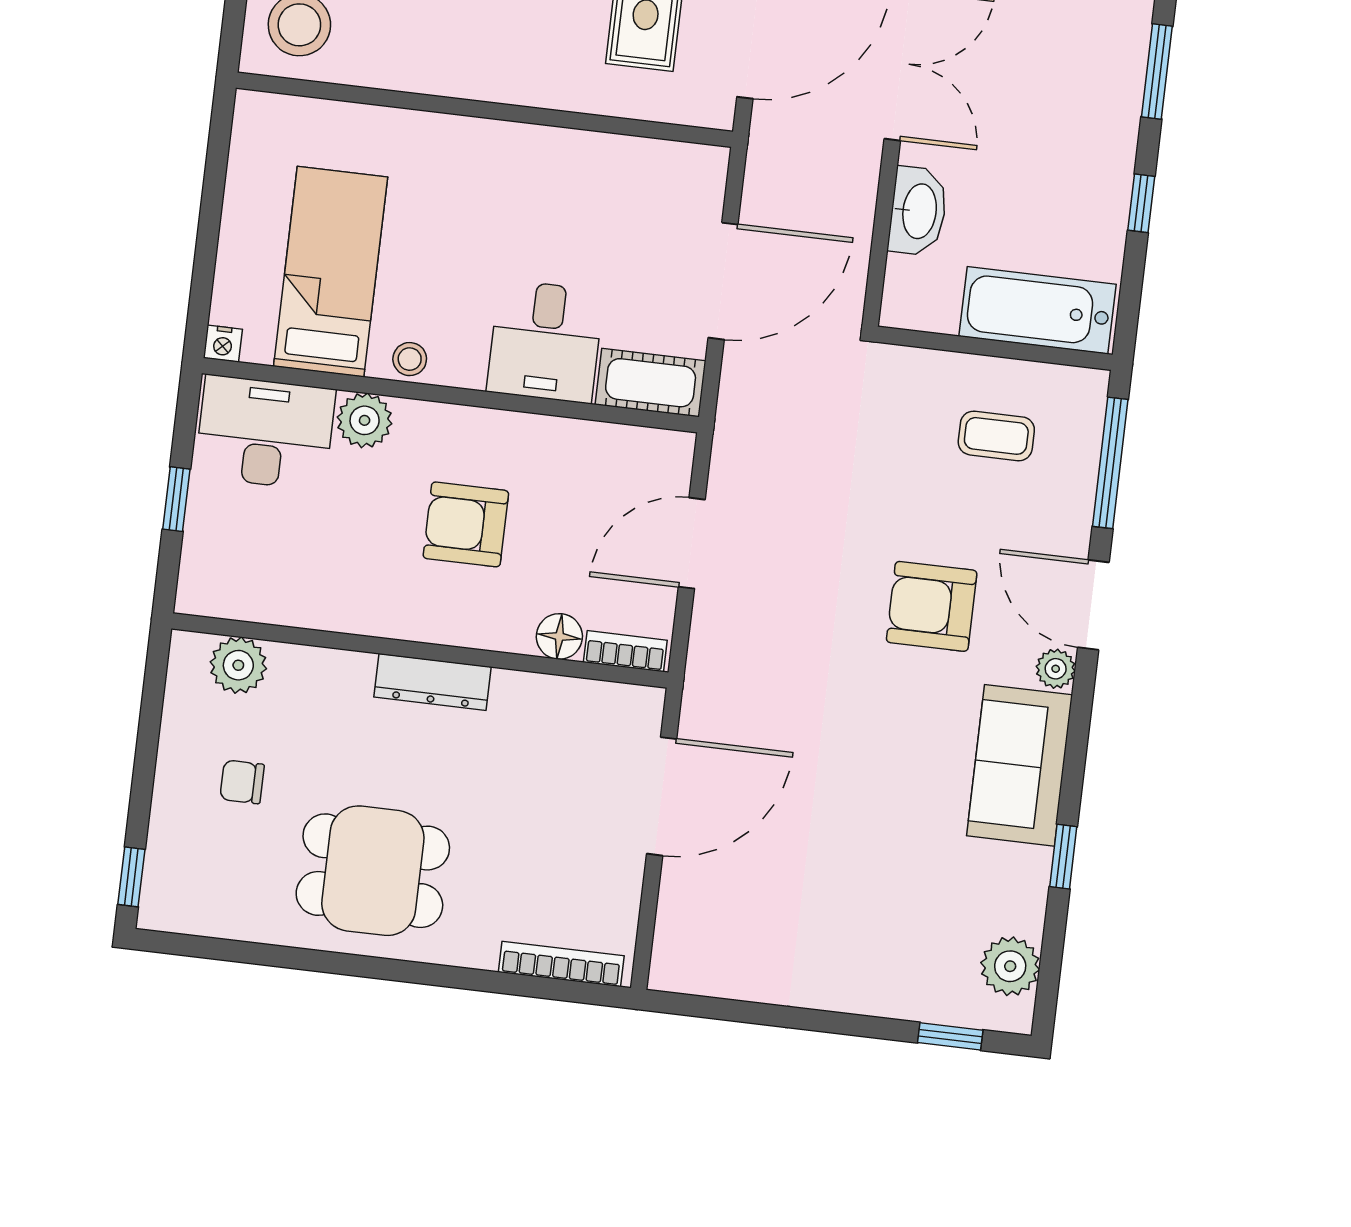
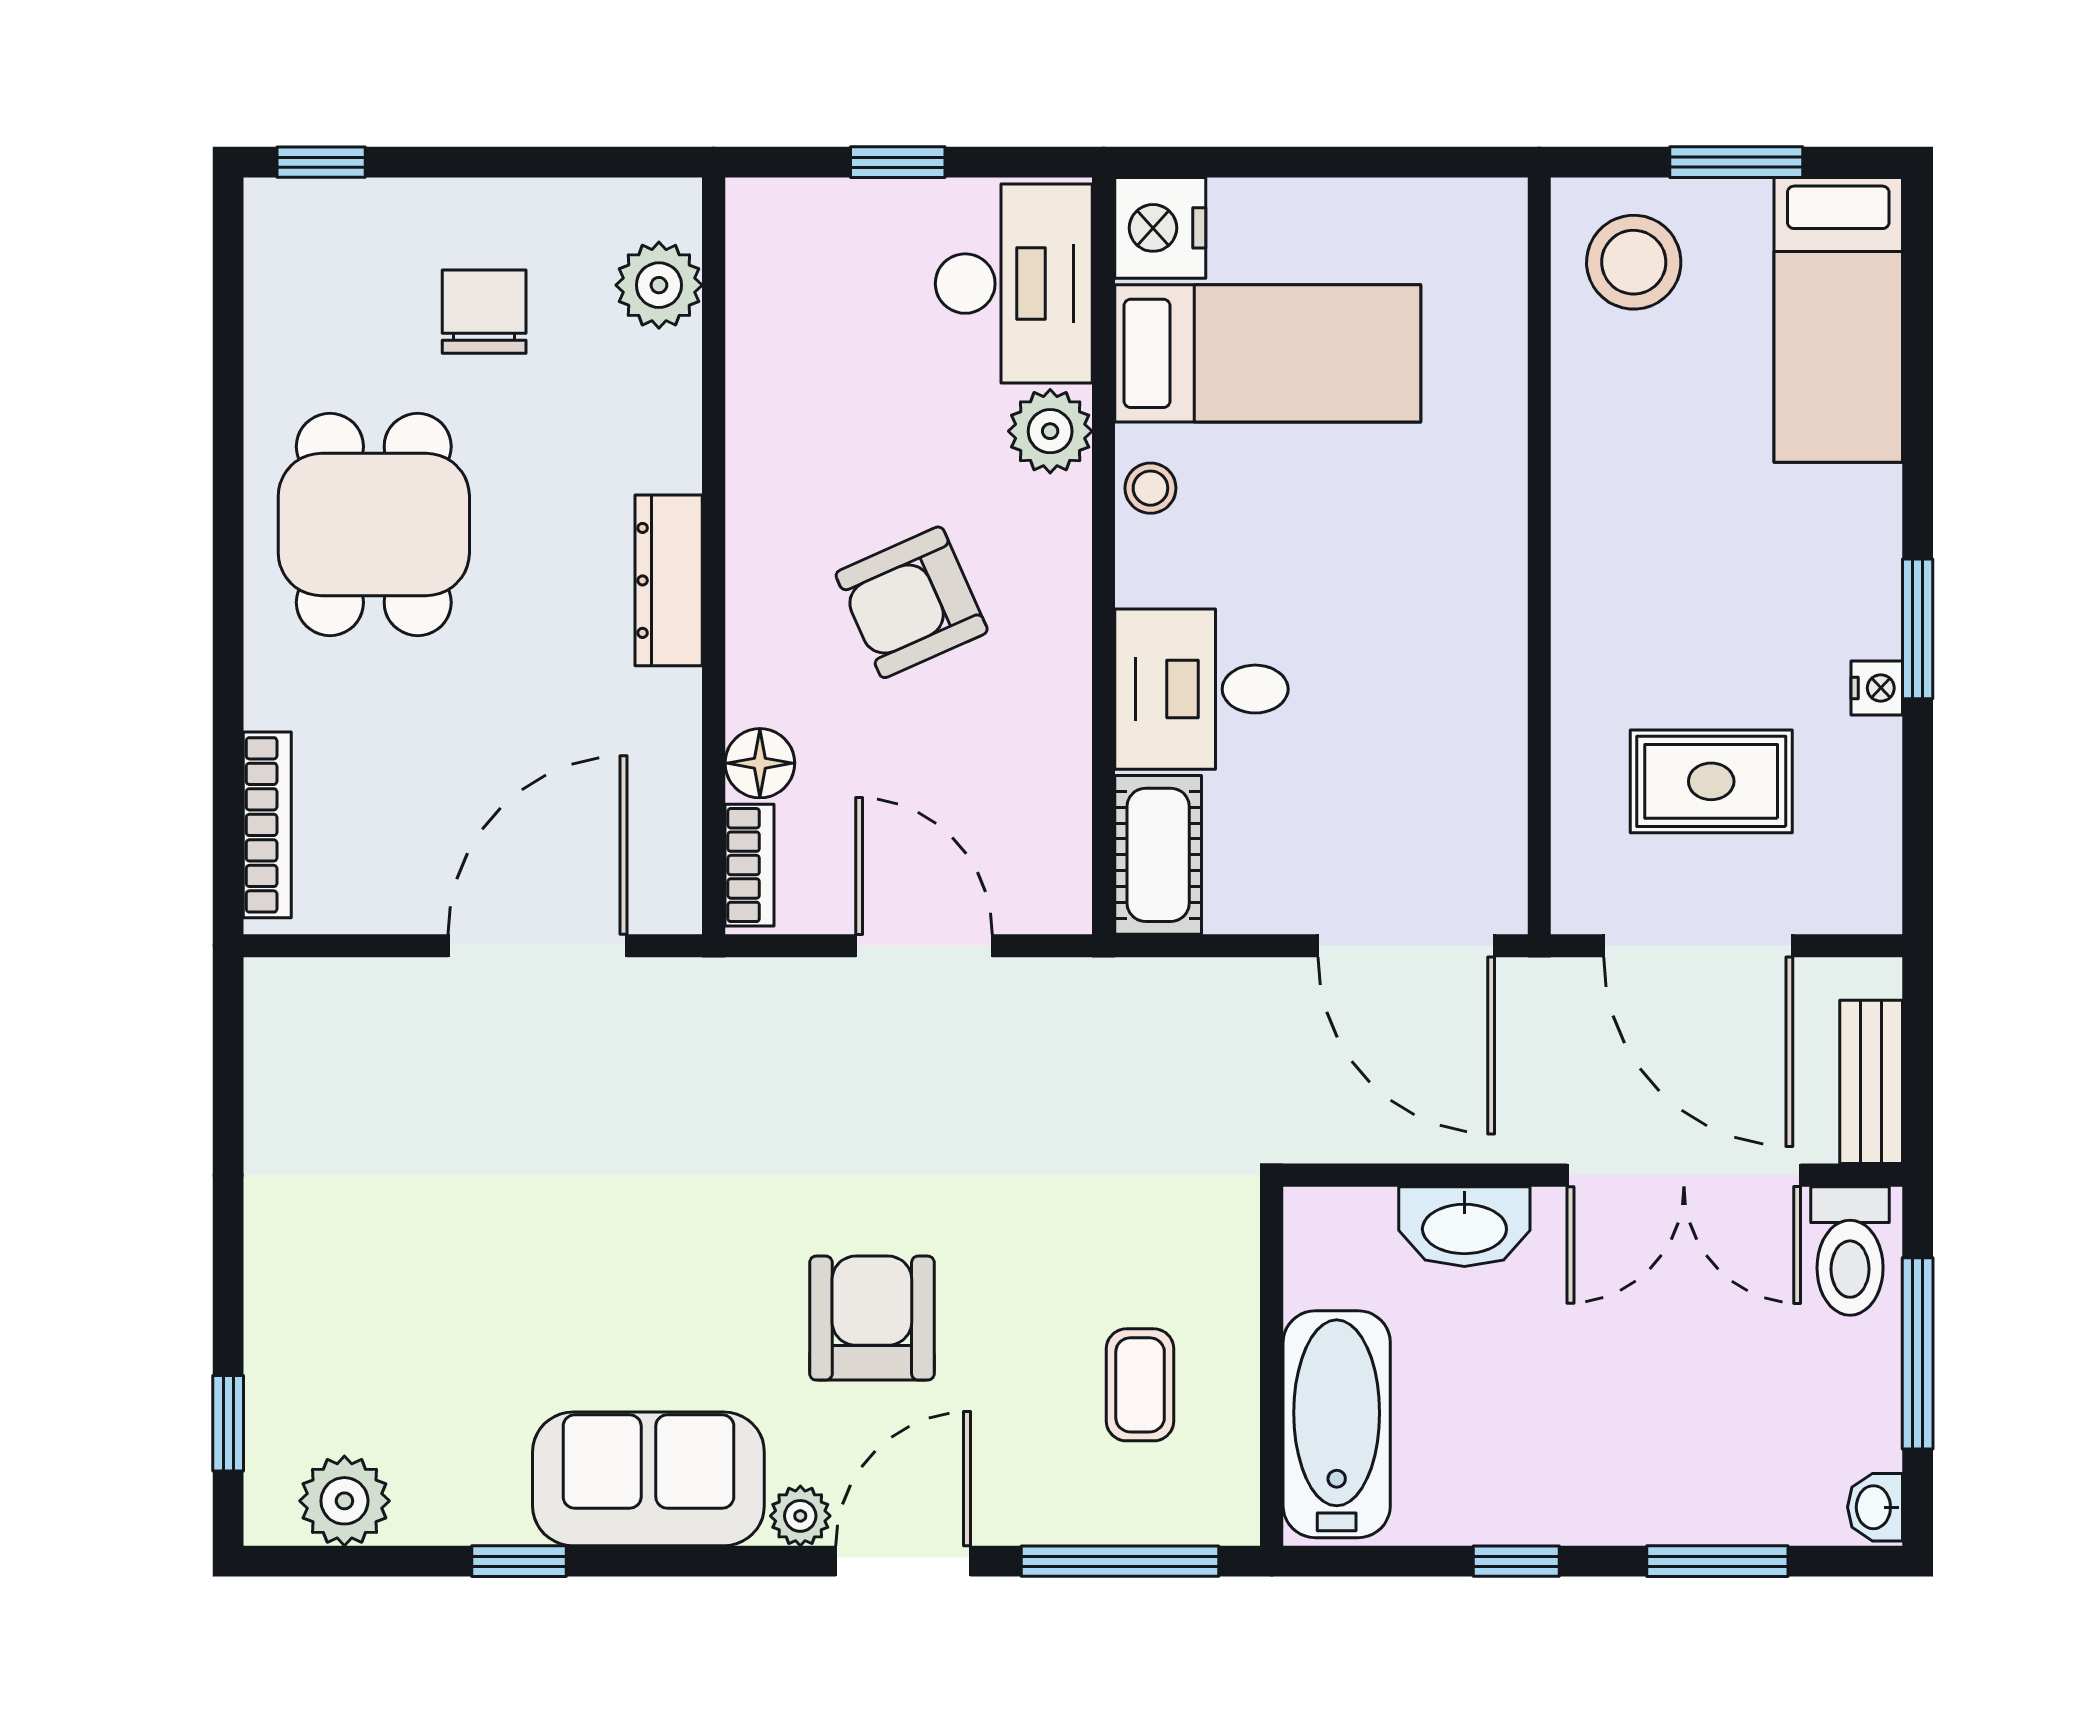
door: (723, 281) -> (1406, 946), moved
nightstand: (223, 344) -> (1160, 228), width x1.89, depth x1.79
armchair: (466, 524) -> (912, 602), turned -114
chair: (242, 782) -> (484, 312), width x1.37, depth x1.37
door: (662, 796) -> (538, 946), swing flipped

